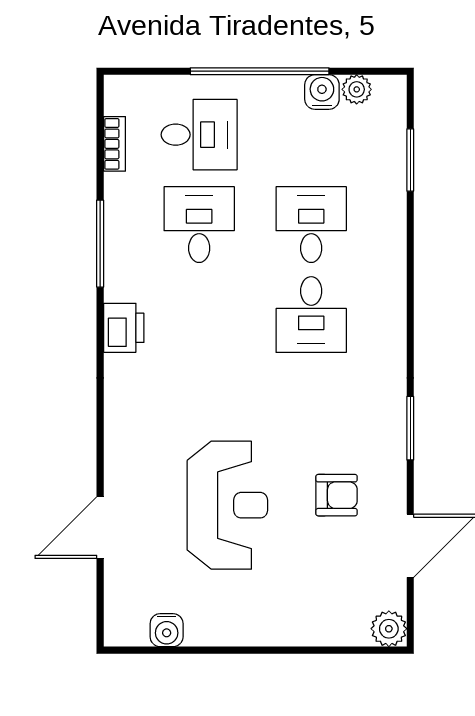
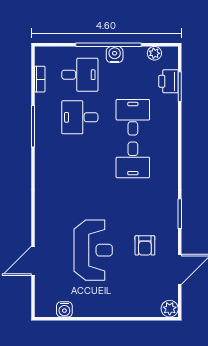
water cooler: (322, 92) -> (115, 55), moved
desk: (199, 225) -> (80, 117), turned -90
printer: (124, 328) -> (169, 81), moved, turned 180
armchair: (337, 495) -> (145, 245), turned 90

